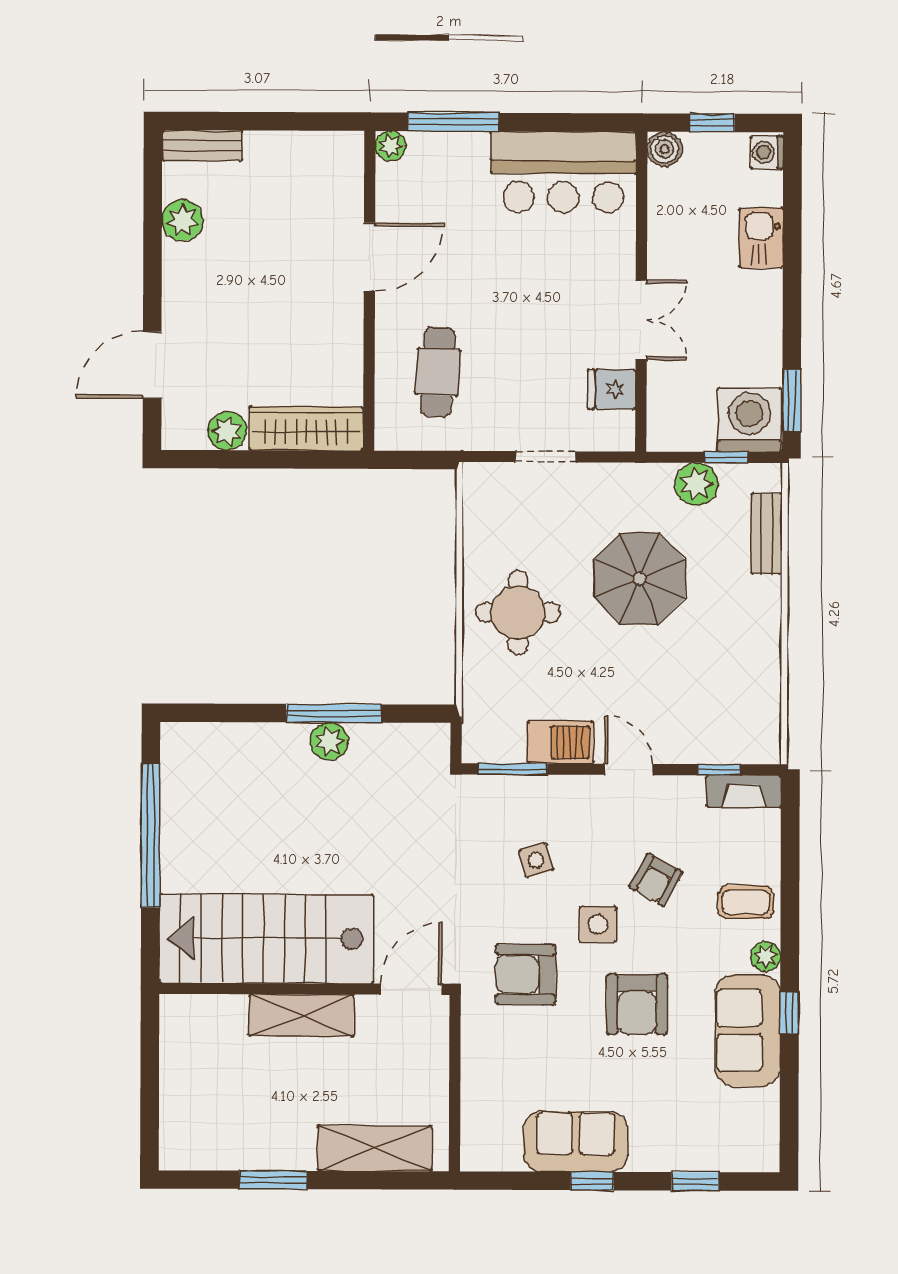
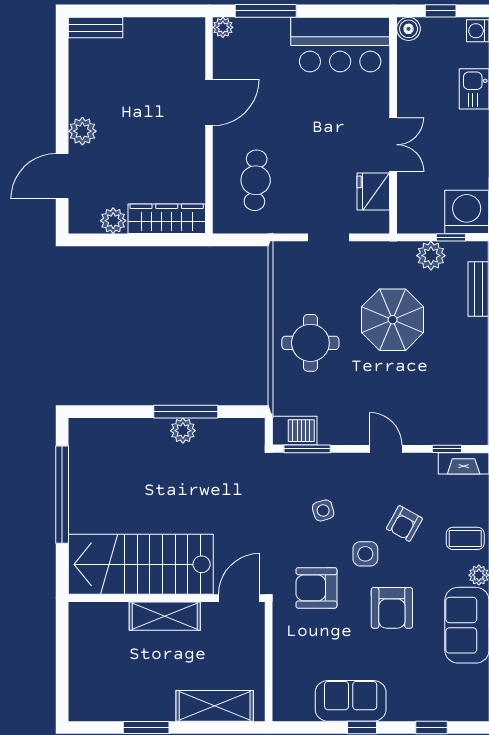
plant: (183, 220) -> (82, 131), moved
fridge: (612, 389) -> (373, 192), width x1.38
barbecue: (560, 742) -> (295, 431), moved

